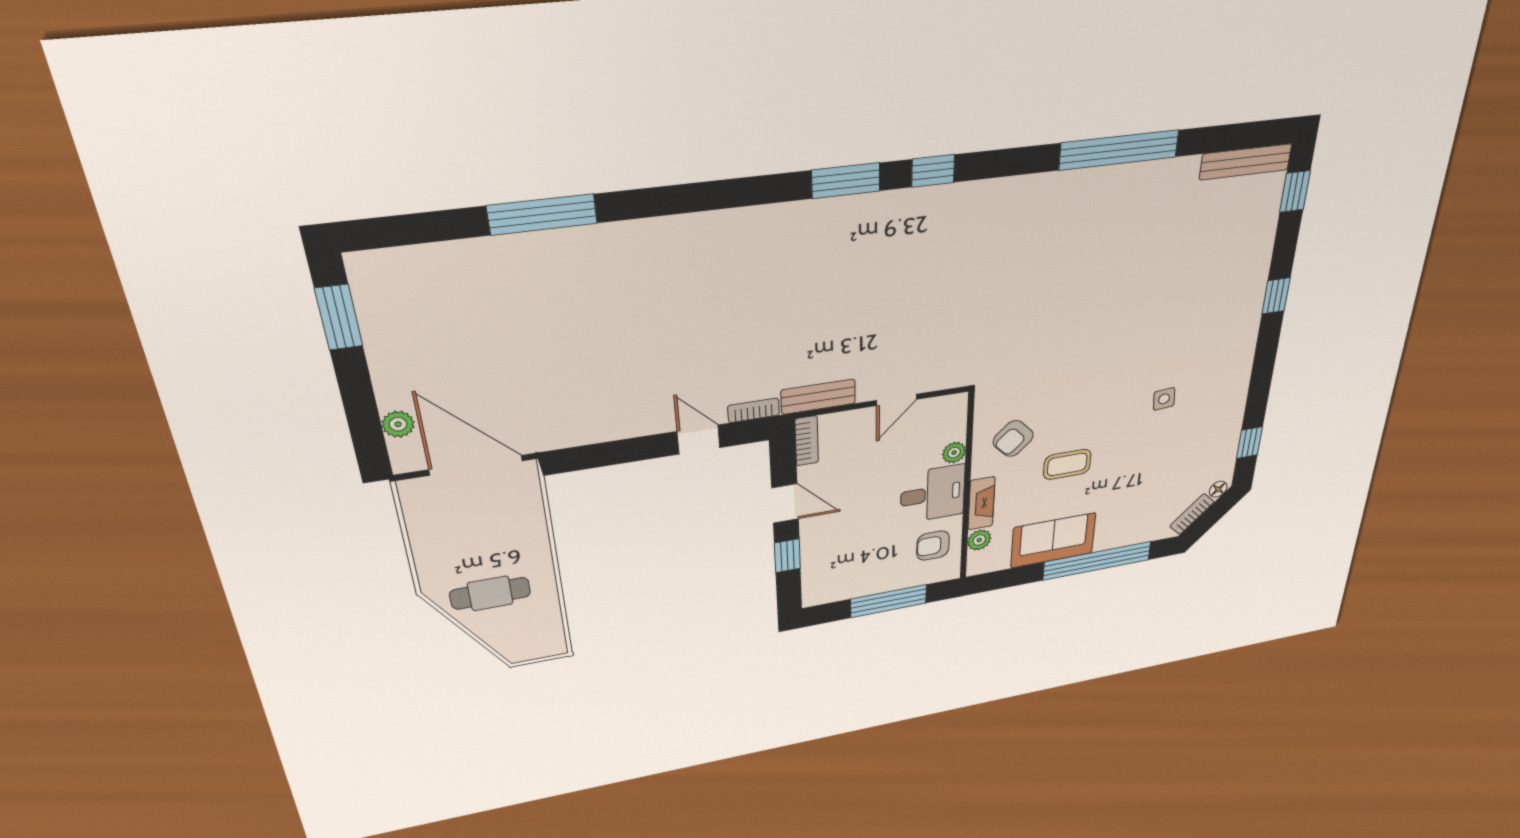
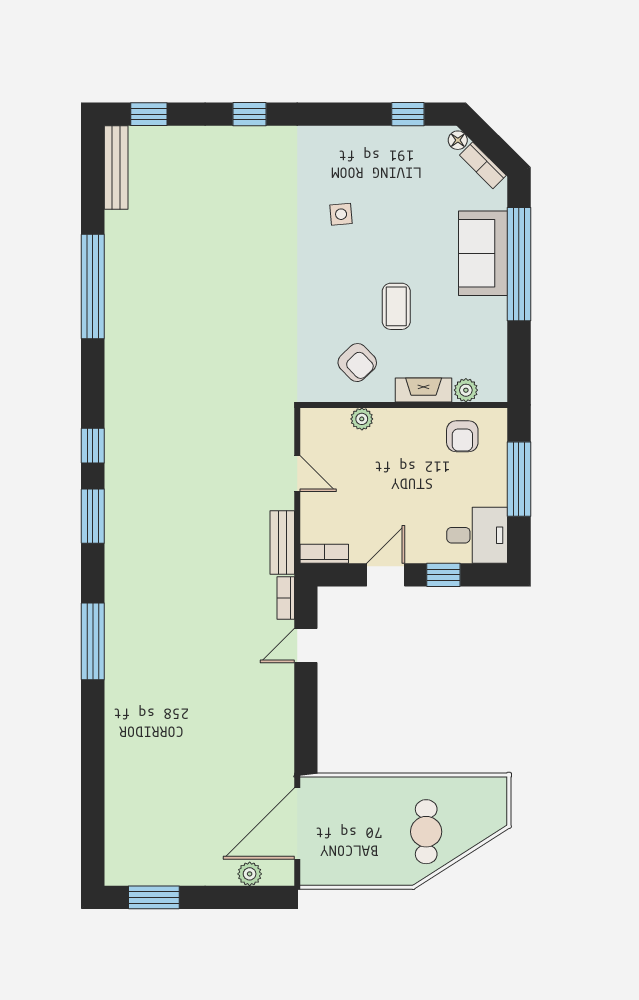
window: (542, 215) -> (93, 641), moved
desk: (933, 494) -> (477, 535), moved, turned 90
sofa: (1053, 540) -> (483, 253), moved

